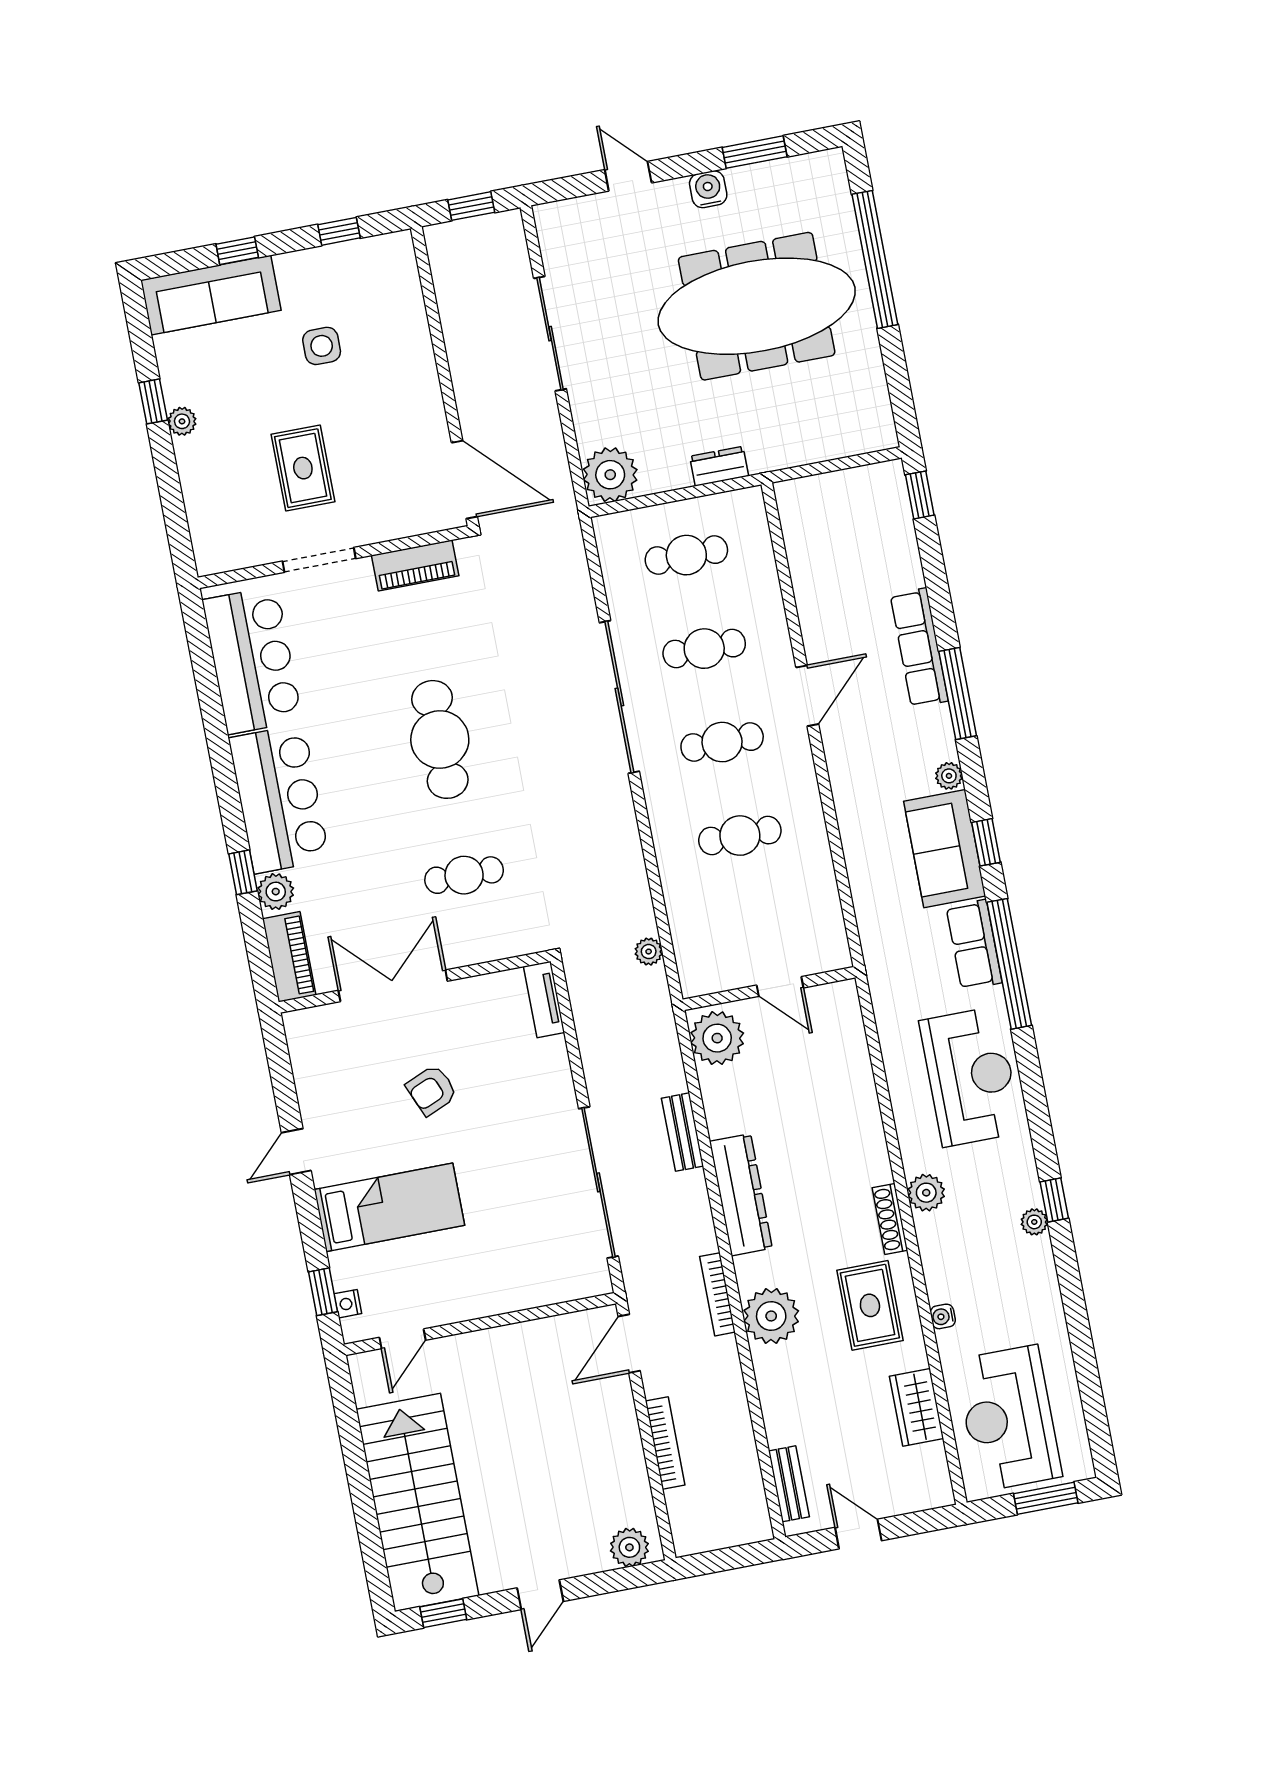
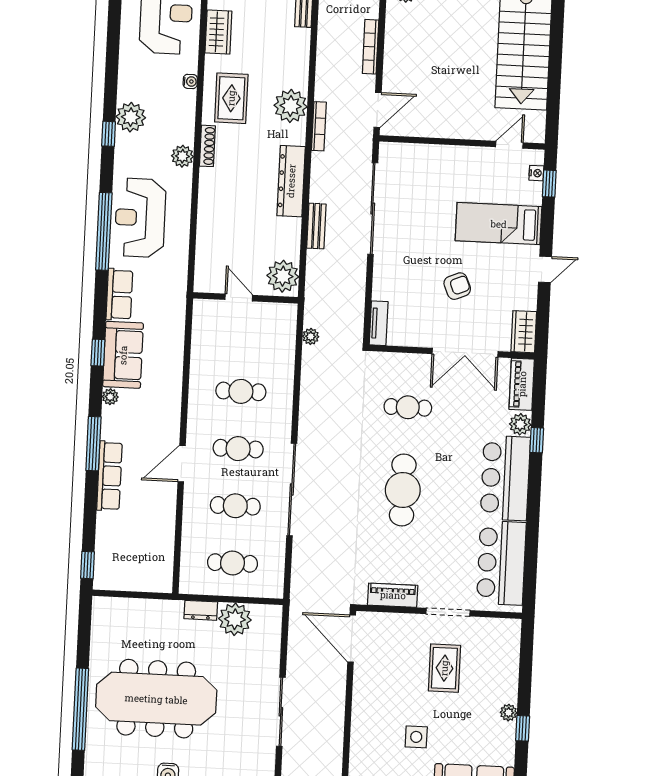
plant: (610, 475) -> (235, 619), moved
window: (1009, 964) -> (104, 231), moved
wardrobe: (306, 1042) -> (524, 332), added
plant: (1034, 1222) -> (131, 117), width x1.87, depth x1.87

